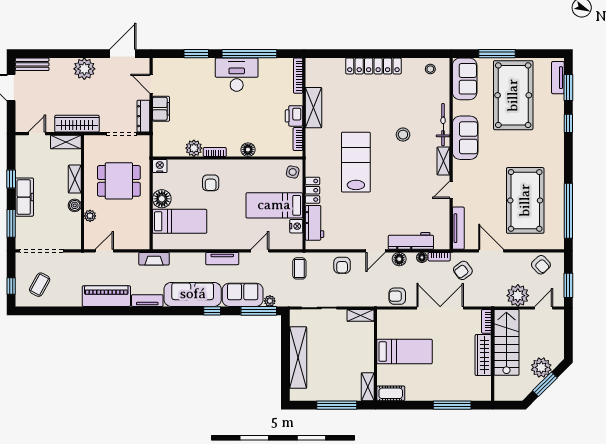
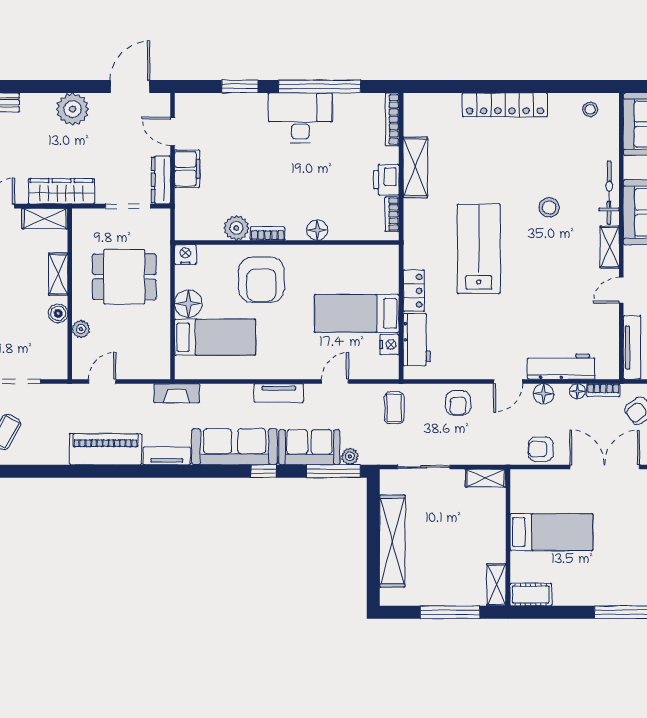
side table: (293, 172) -> (384, 263), removed
armchair: (211, 183) -> (261, 280), width x1.88, depth x1.88

